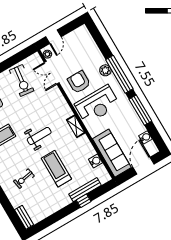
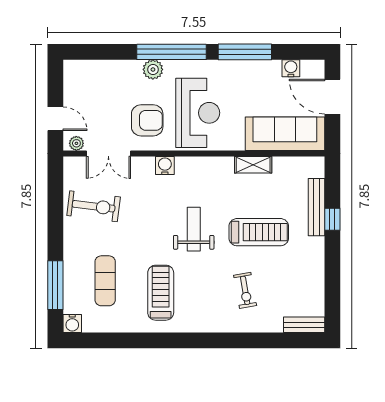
armchair: (79, 82) -> (147, 120), turned 180
shelving: (76, 126) -> (253, 165), moved
water cooler: (96, 161) -> (165, 166), moved
treadmill: (56, 169) -> (259, 232), turned 180

